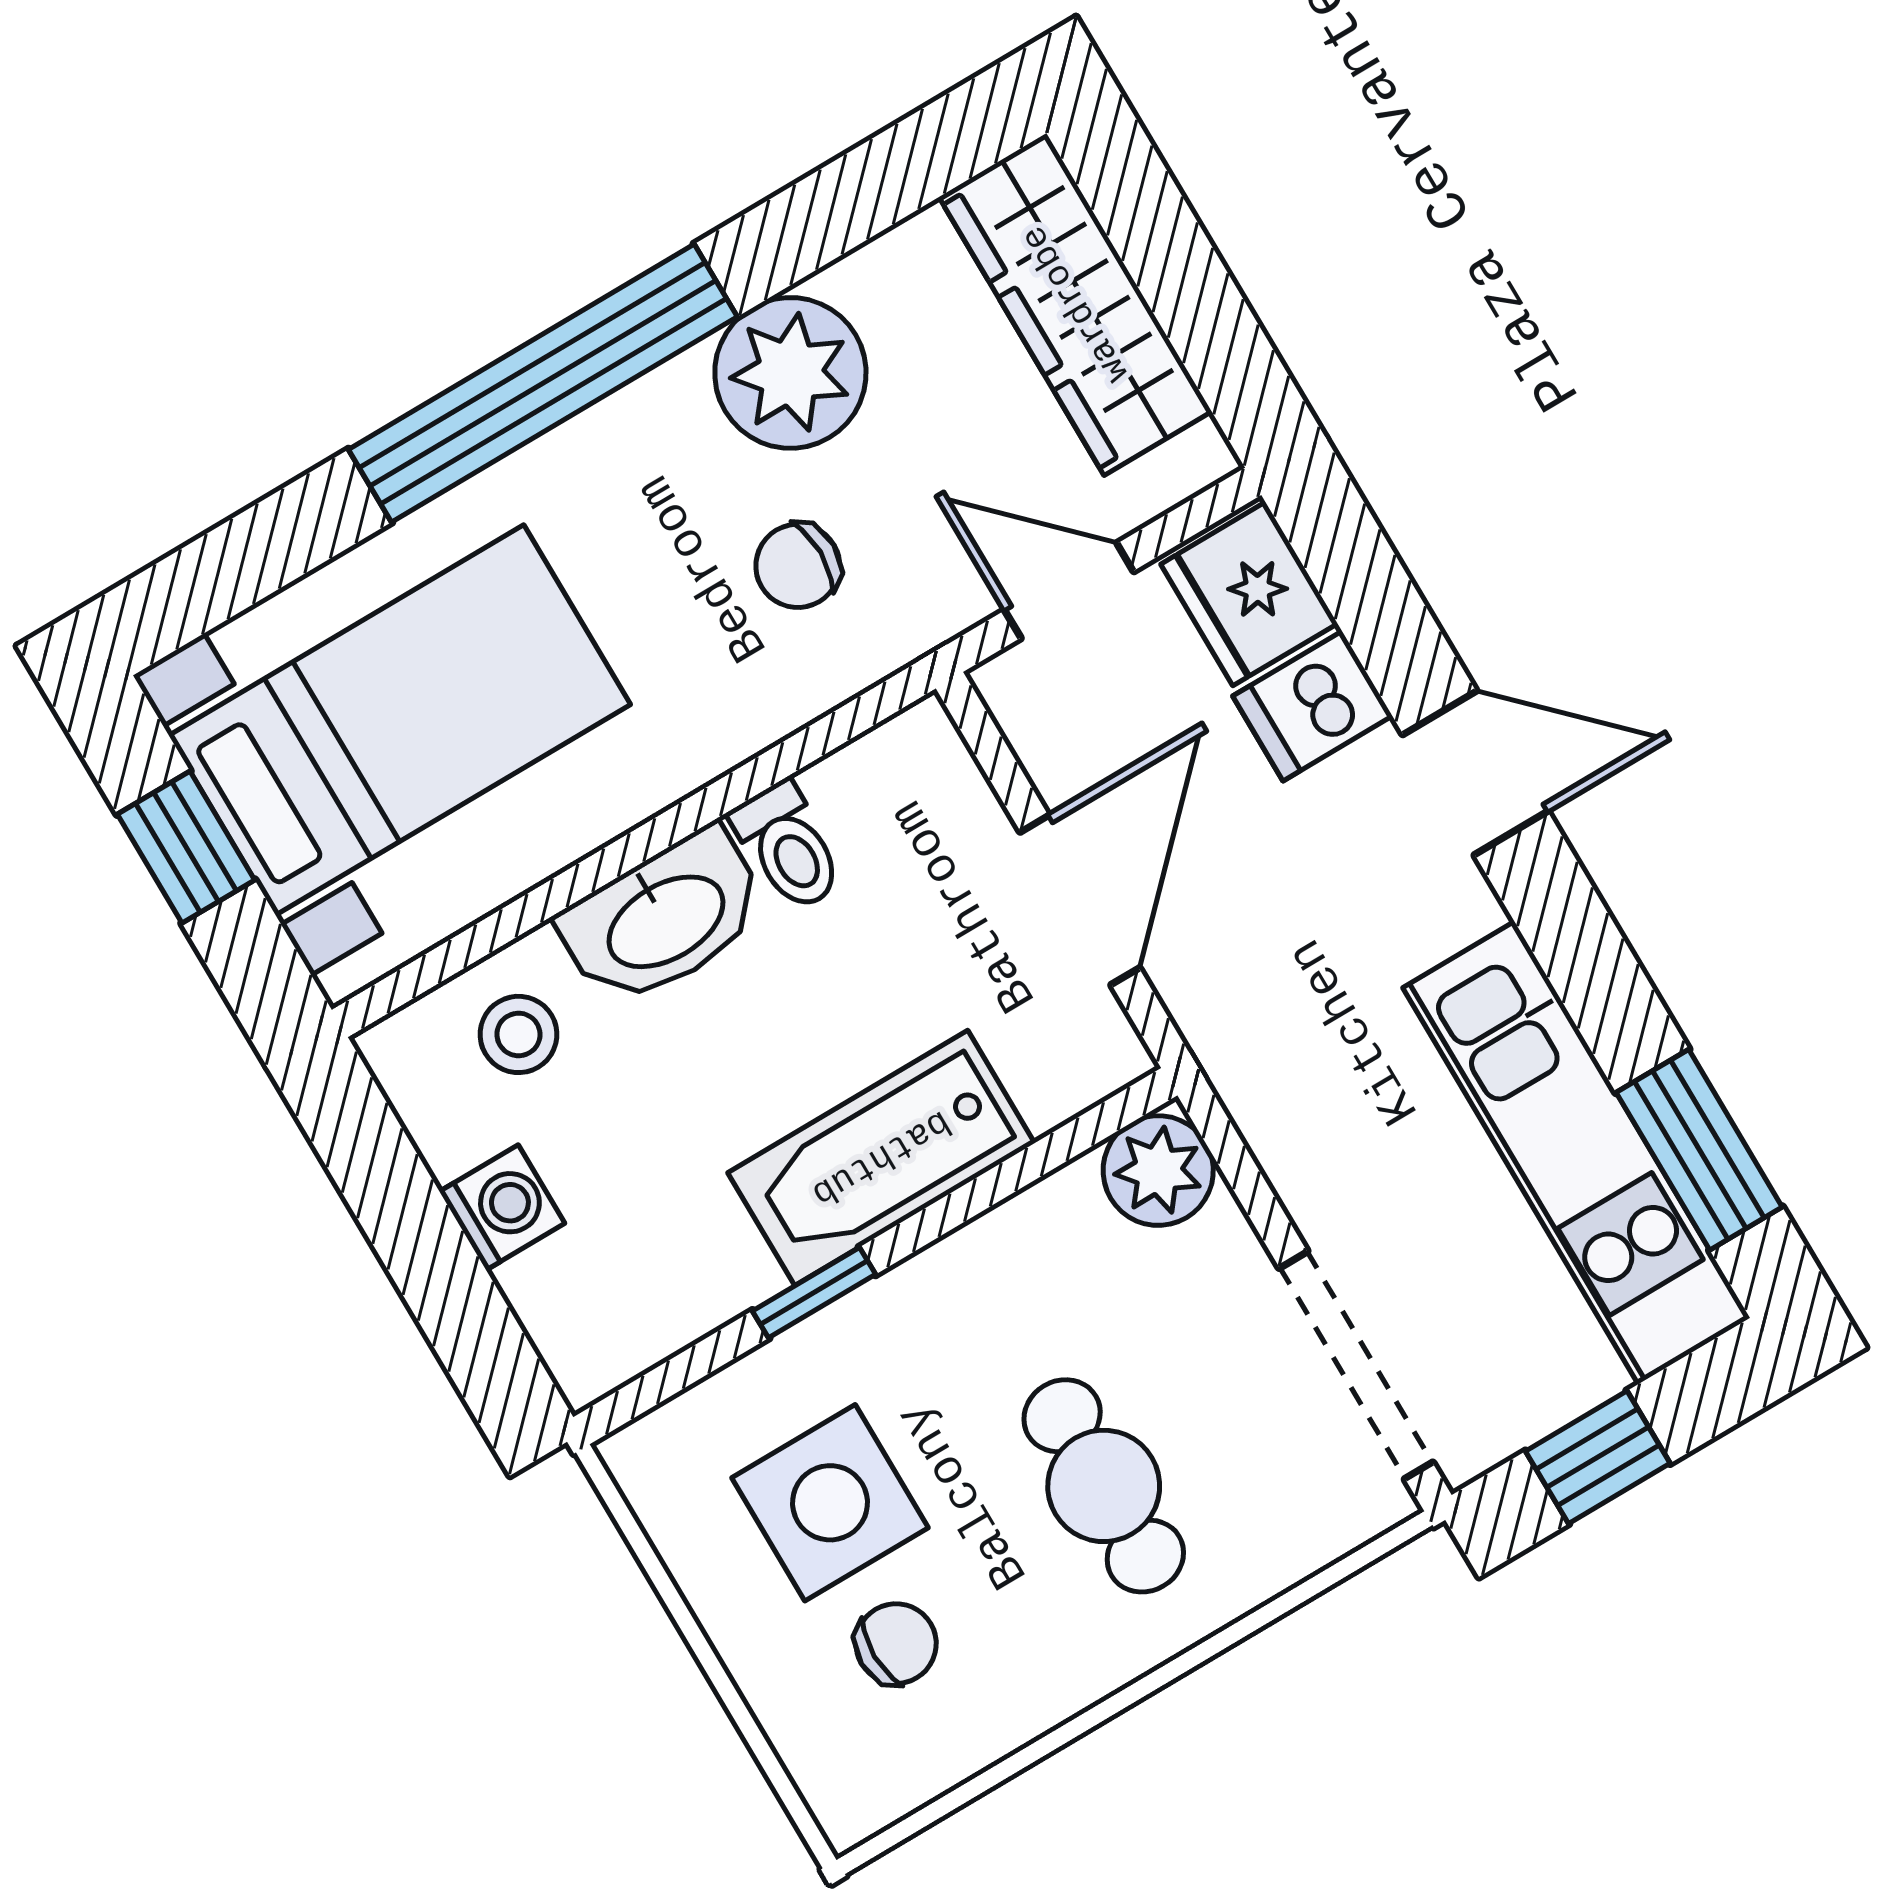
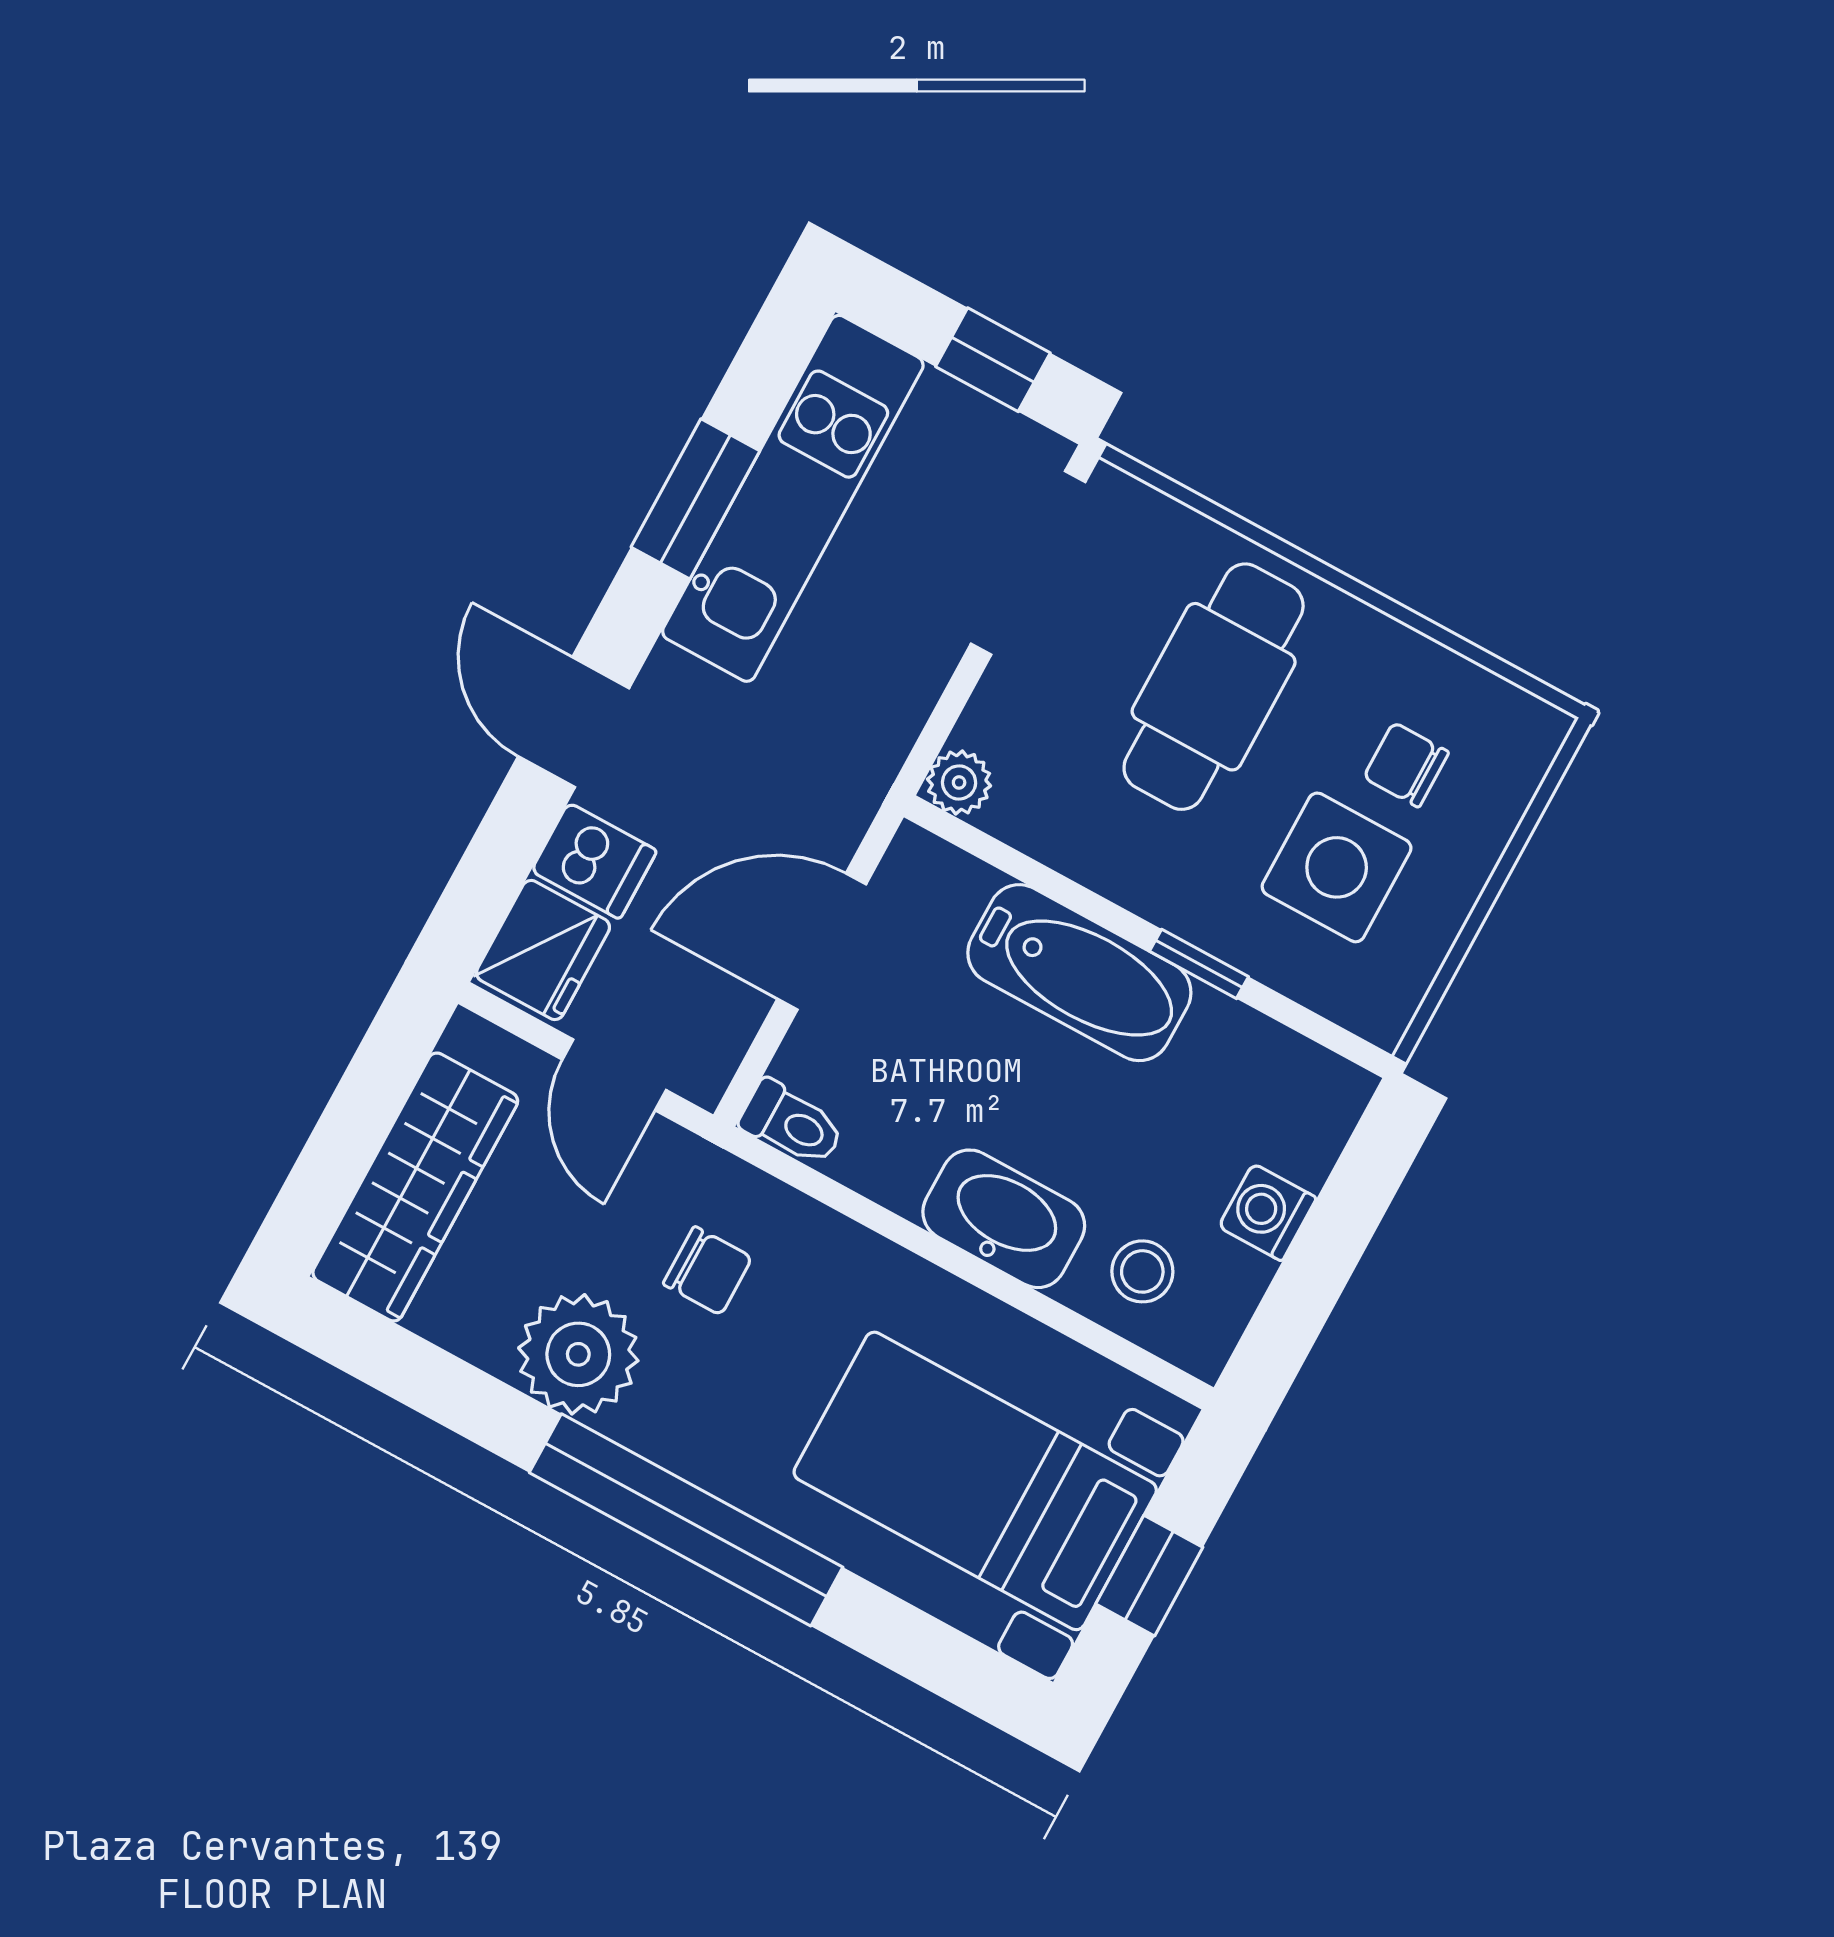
toilet: (788, 847) -> (792, 1124), moved, turned 90
window: (1699, 1150) -> (695, 499), moved
plant: (1158, 1171) -> (959, 782), width x0.73, depth x0.73
cafe table: (1104, 1486) -> (1214, 687), width x1.37, depth x1.35

